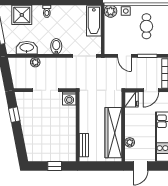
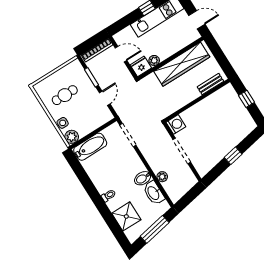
bidet: (56, 46) -> (143, 178), moved
window: (14, 115) -> (233, 156), moved
plant: (130, 142) -> (154, 60), moved

